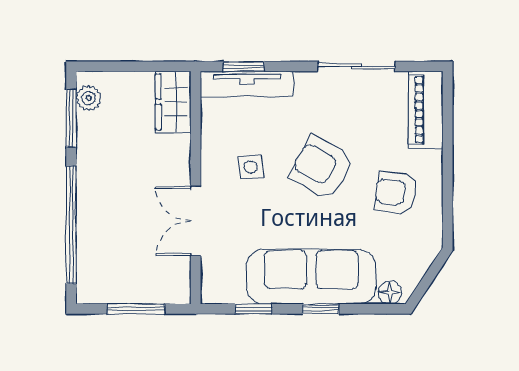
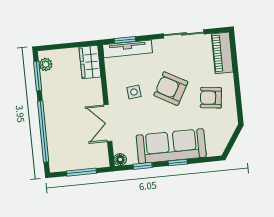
floor lamp: (390, 293) -> (120, 160), moved

